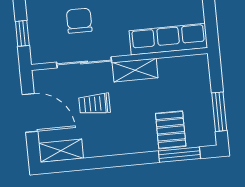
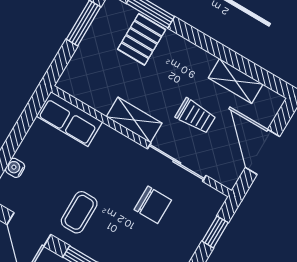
chair: (79, 21) -> (153, 205), turned -90
row of seats: (168, 39) -> (69, 119), width x0.68
shelving: (61, 151) -> (236, 81), moved

